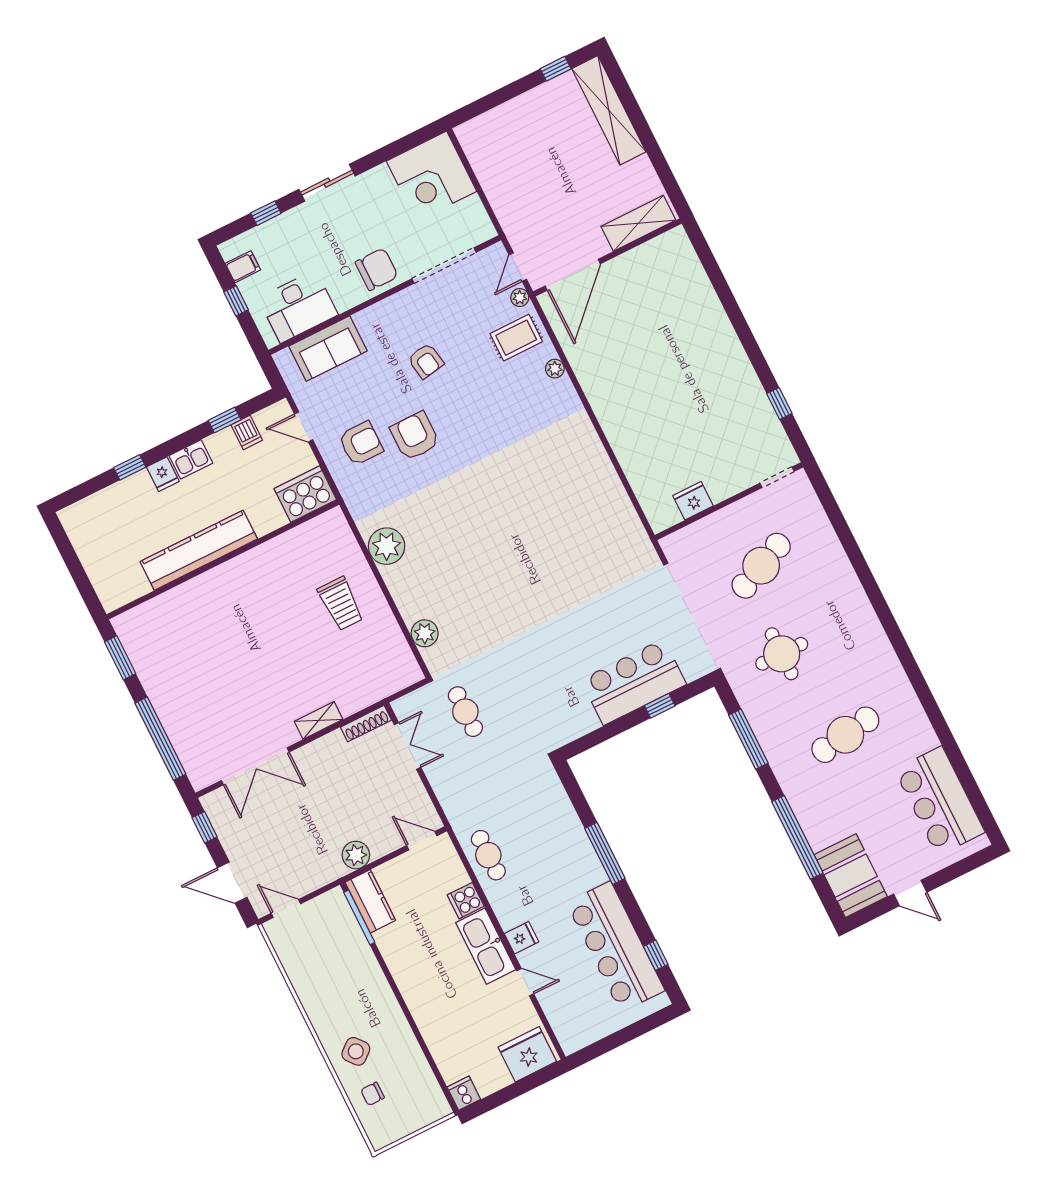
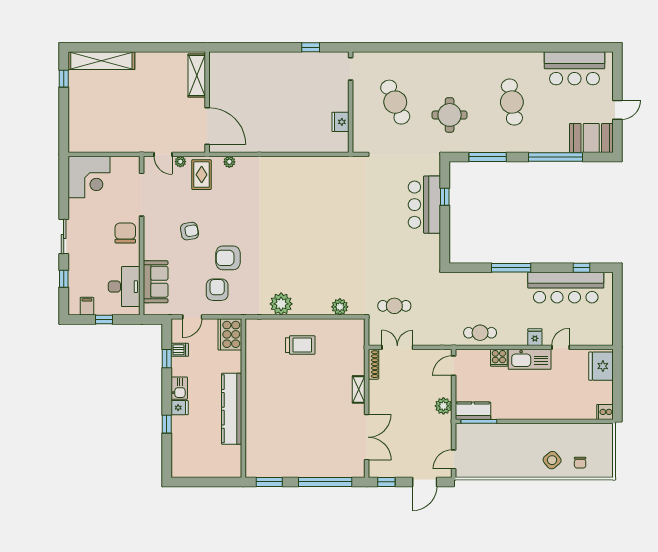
shelving: (638, 223) -> (197, 76), moved
wall: (607, 257) -> (207, 102), moved
door: (573, 275) -> (207, 126), moved

